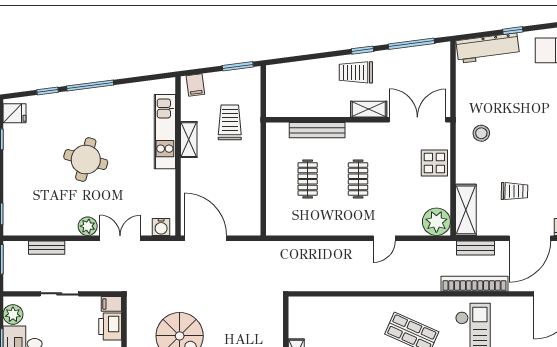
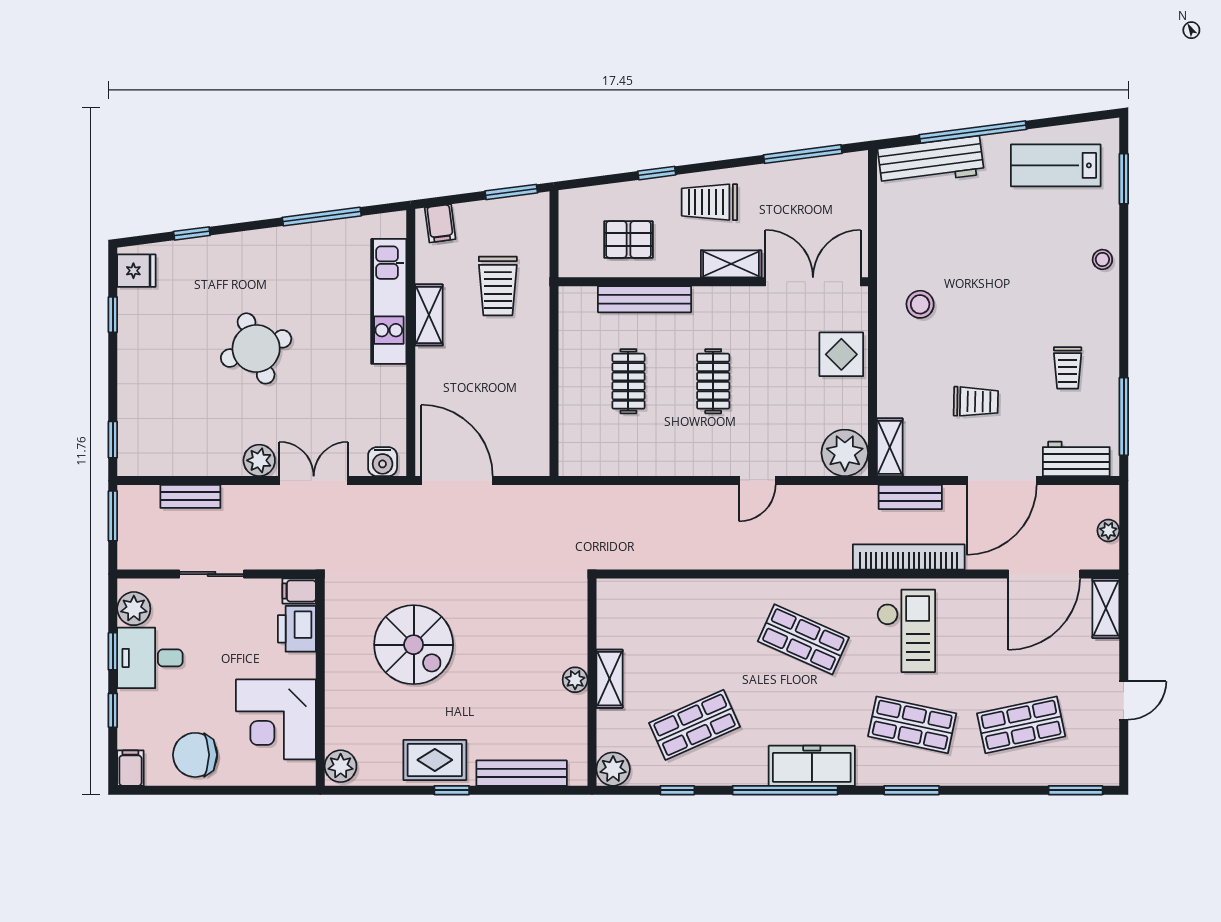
window: (513, 31) -> (973, 132), width x3.17
window: (362, 50) -> (657, 173), moved
window: (90, 85) -> (322, 217), moved
pallet: (308, 95) -> (628, 239), added
trolley: (230, 122) -> (498, 286), turned 180
round table: (86, 160) -> (256, 348), turned -35
shelving: (466, 210) -> (890, 447), width x0.67, depth x0.75

